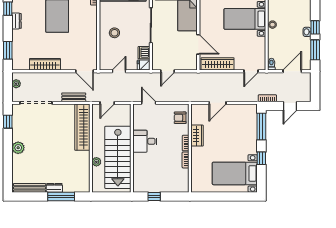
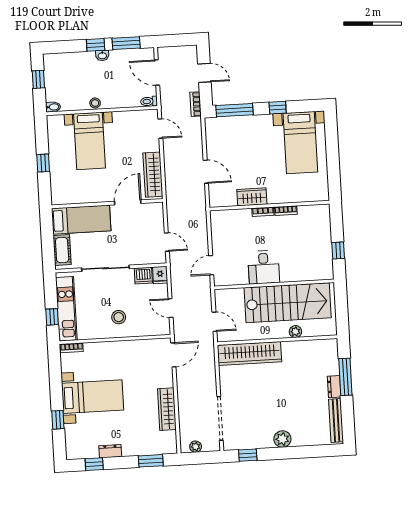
bench: (74, 97) -> (209, 368), removed
armchair: (180, 118) -> (229, 221), removed

